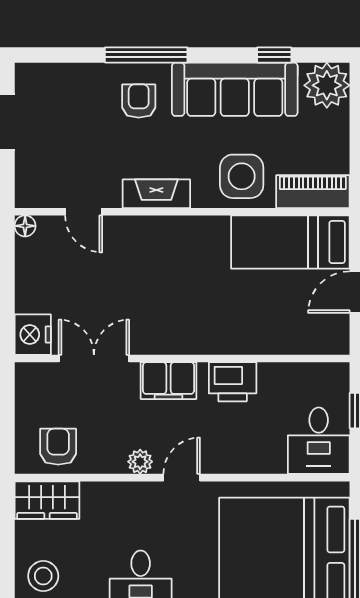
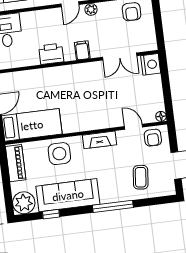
armchair: (139, 101) -> (153, 138), moved
coffee table: (82, 107) -> (141, 177), added
piano: (313, 192) -> (16, 163), moved, turned -90
filing cabinet: (169, 381) -> (82, 50), width x0.50

